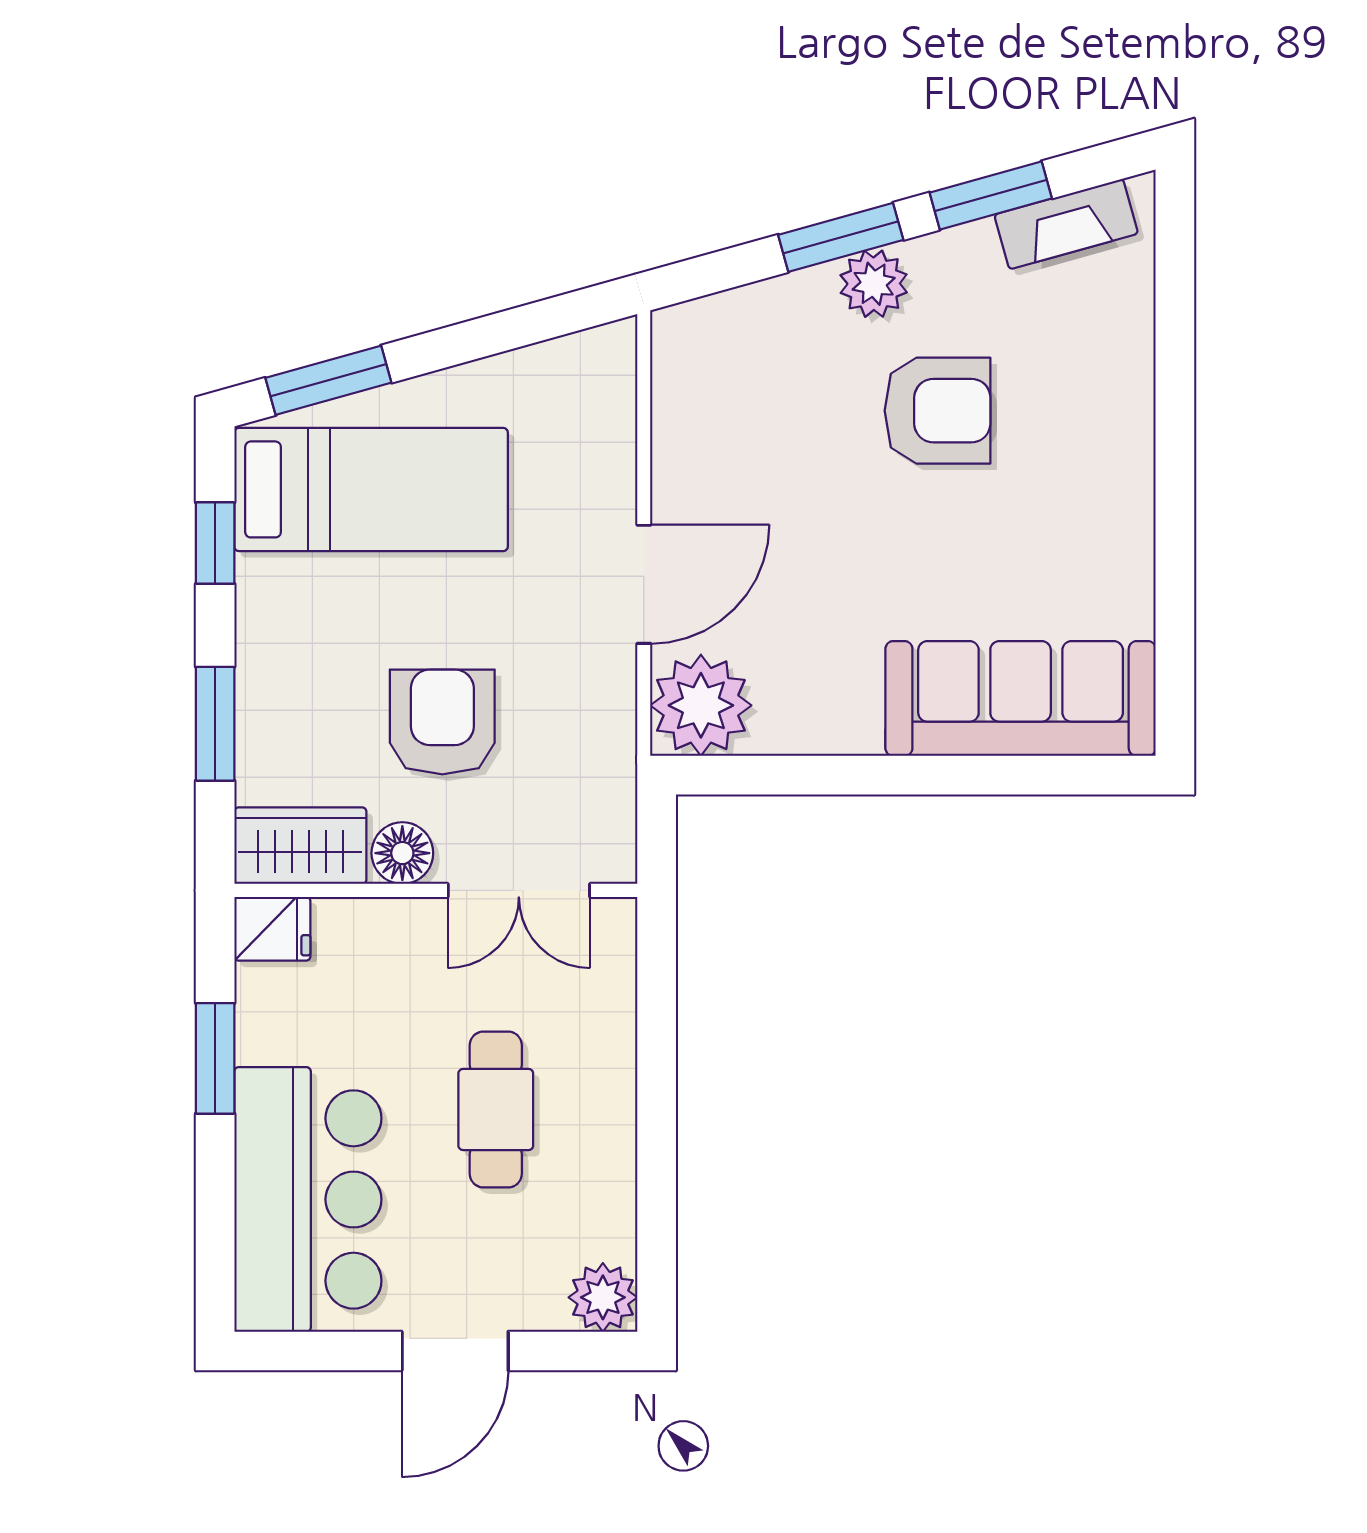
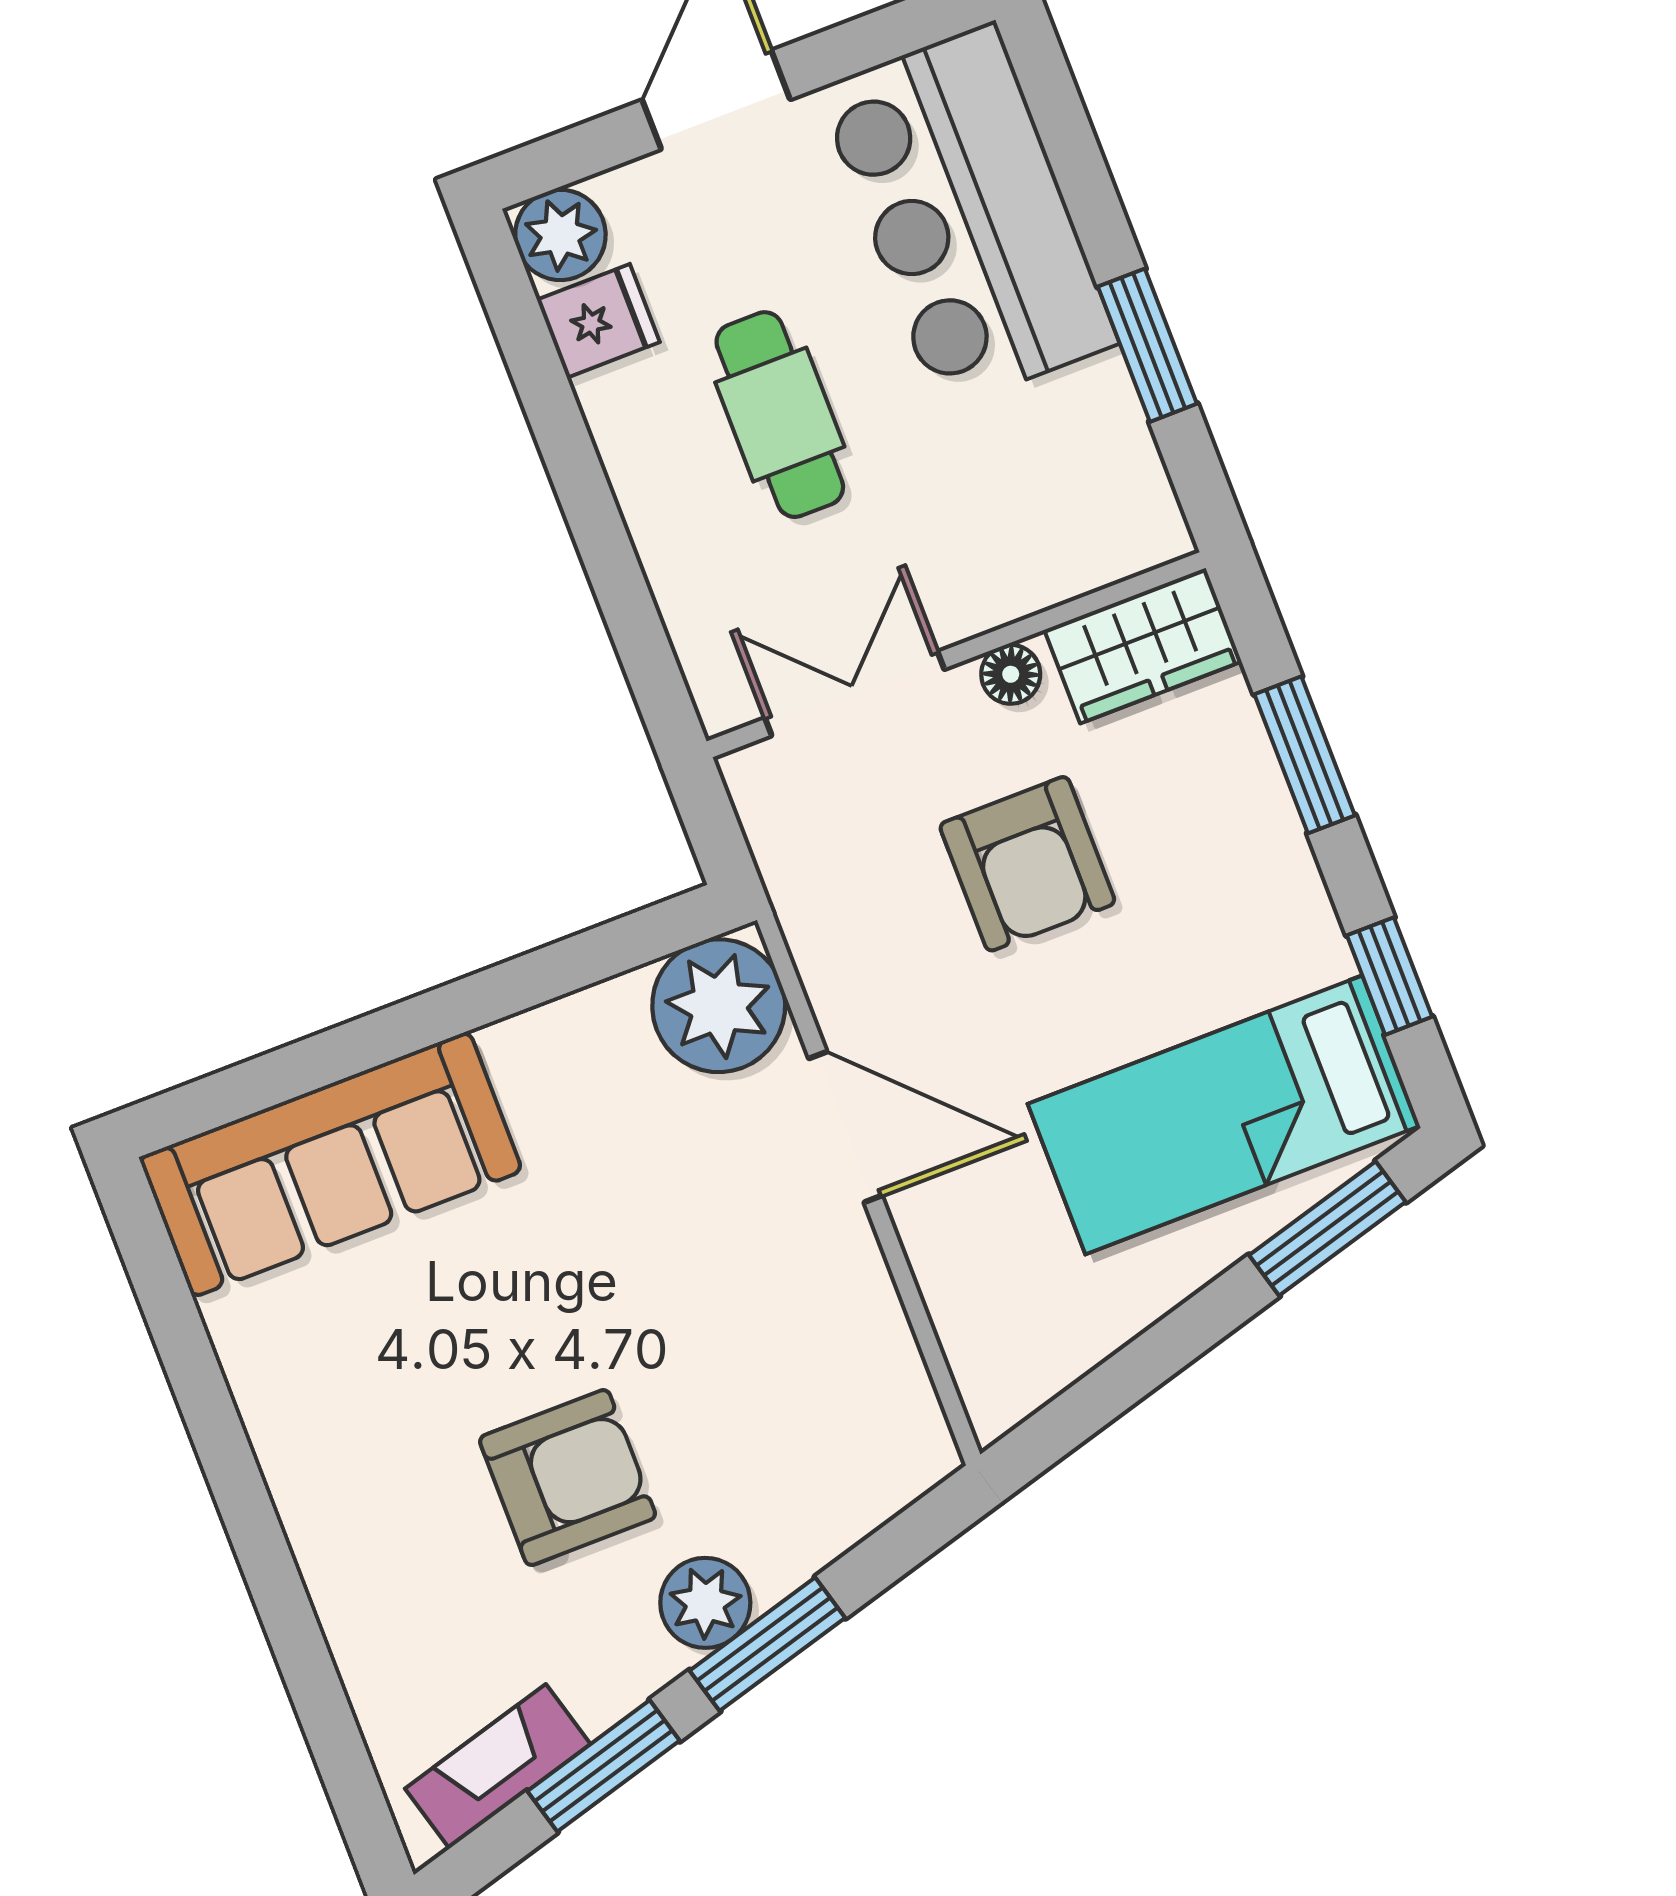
armchair: (937, 411) -> (568, 1478), turned 180
door: (644, 584) -> (845, 1127), swing flipped
floor lamp: (402, 853) -> (1011, 674), width x0.73, depth x0.73
fridge: (272, 929) -> (598, 321), moved, turned 180

